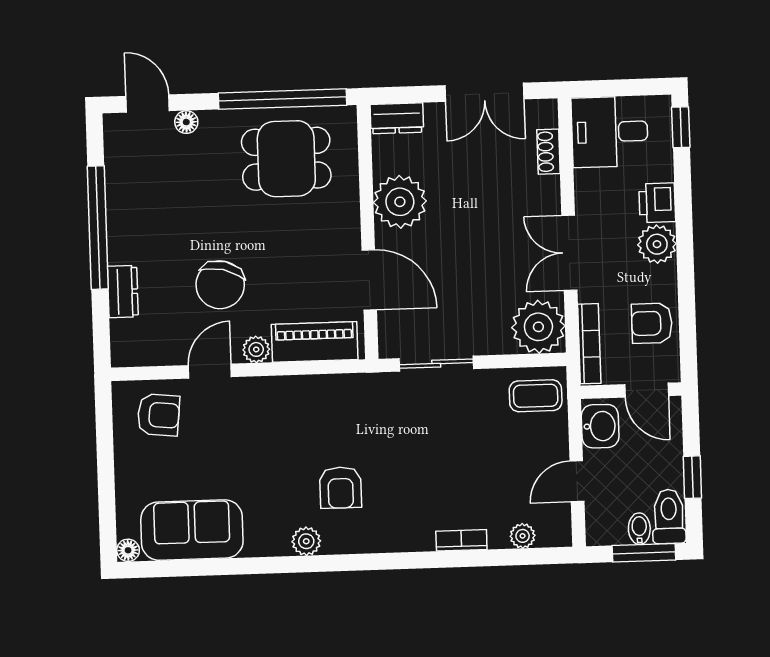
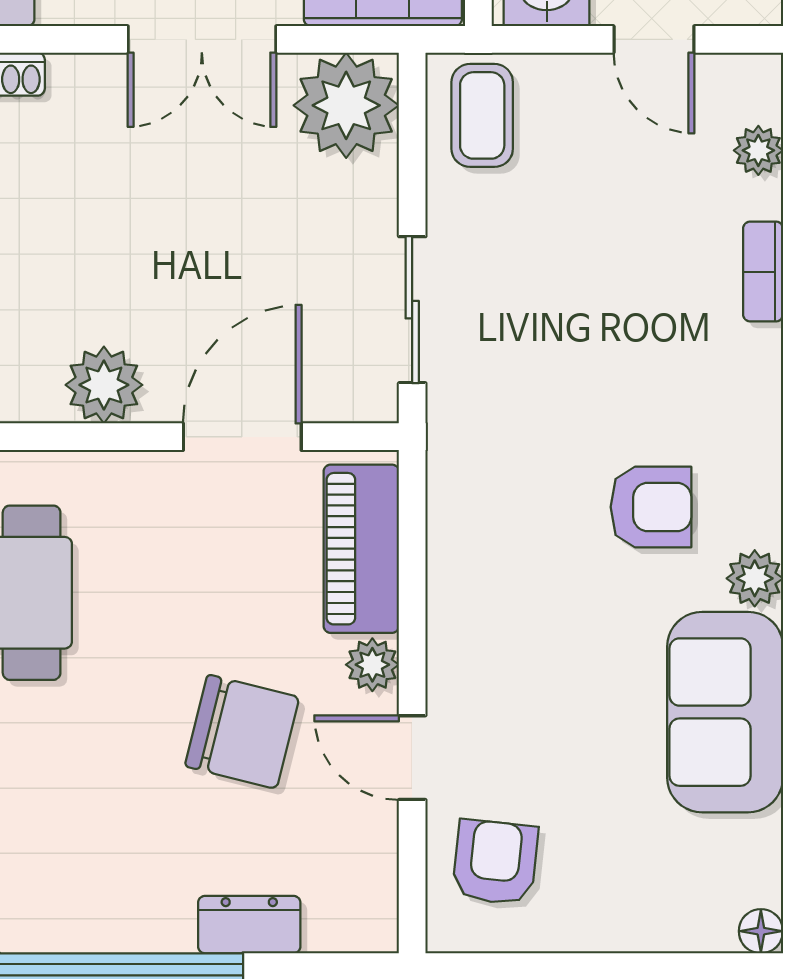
plant: (400, 202) -> (104, 385), width x0.73, depth x0.73
sofa: (192, 530) -> (725, 712), moved

